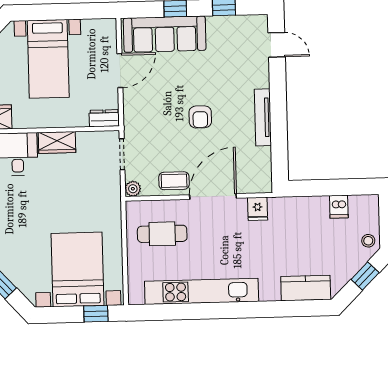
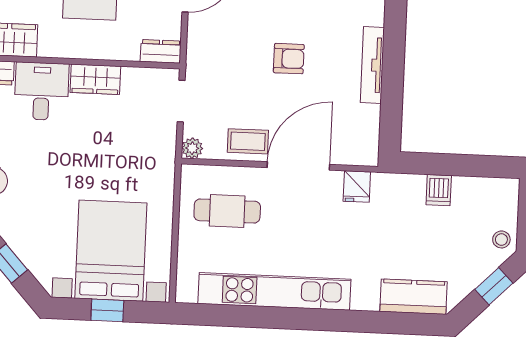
armchair: (200, 117) -> (289, 59), turned -90
dishwasher: (339, 207) -> (439, 190), moved
window: (96, 314) -> (107, 310), moved

